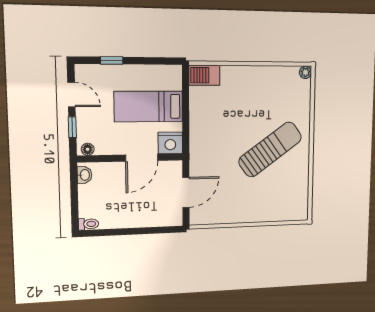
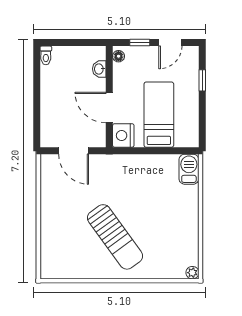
washbasin: (84, 175) -> (99, 69), moved, turned 90

